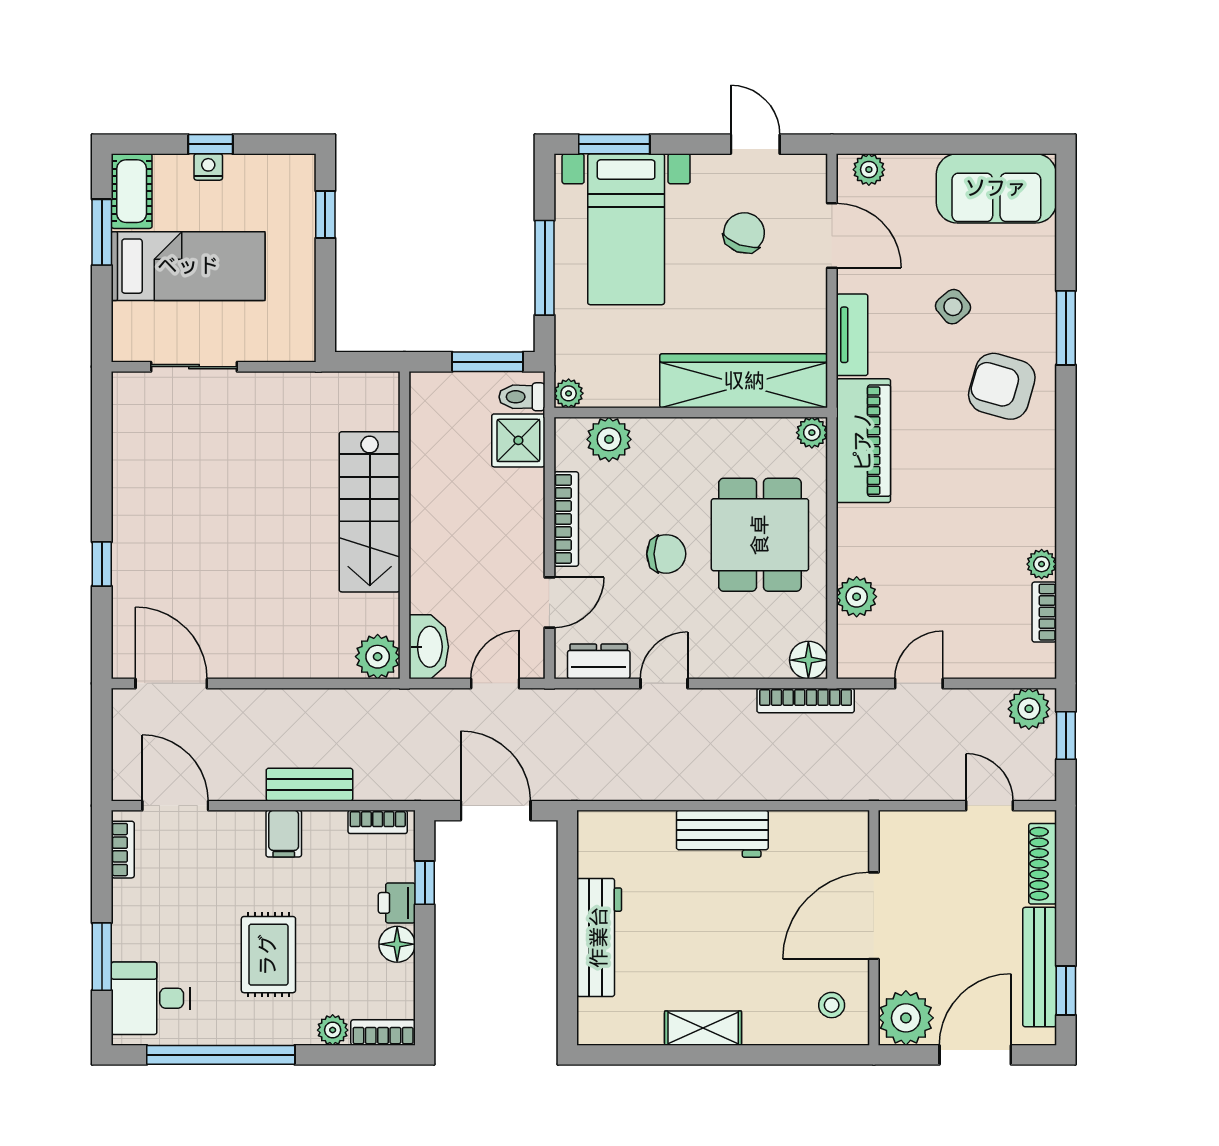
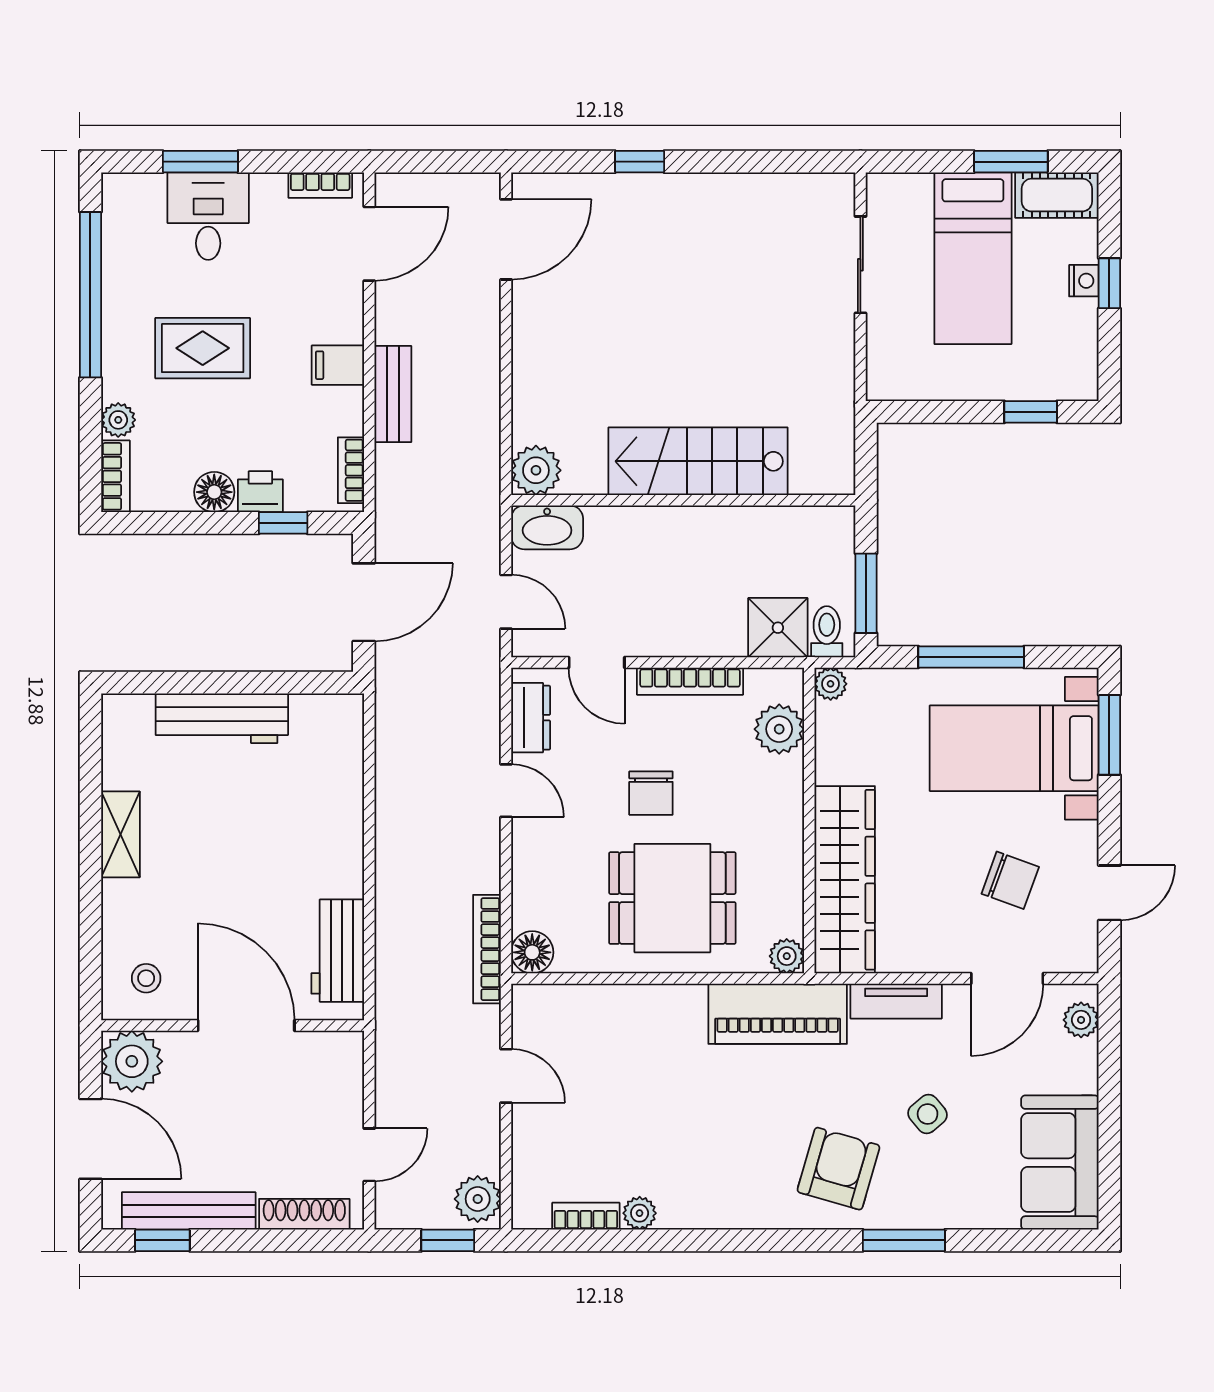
plant: (857, 597) -> (603, 1006), removed
workbench: (722, 834) -> (338, 951), moved
desk: (150, 998) -> (208, 216), moved

